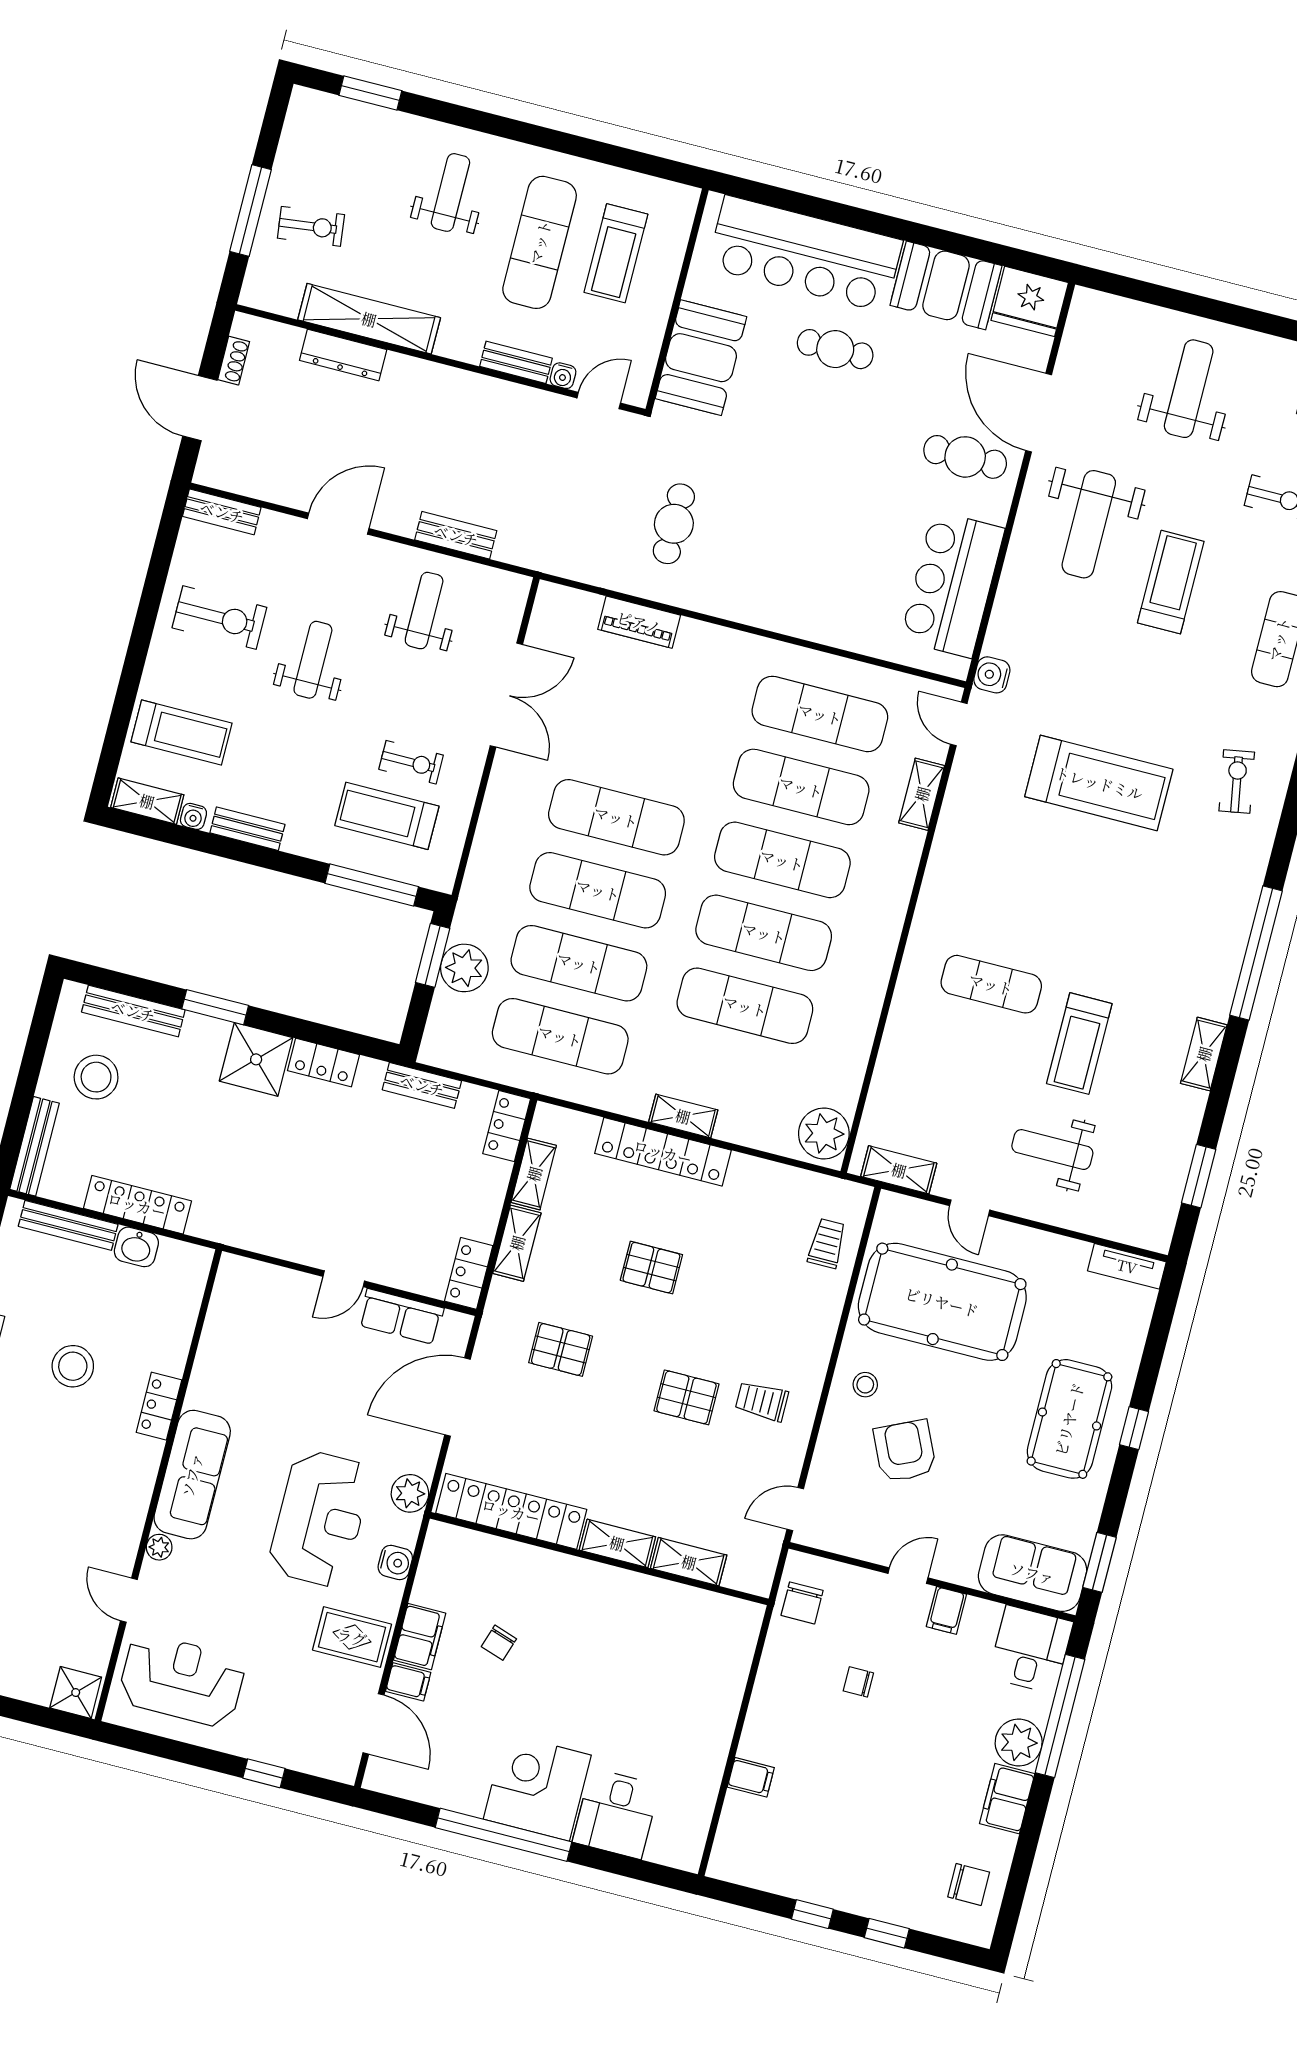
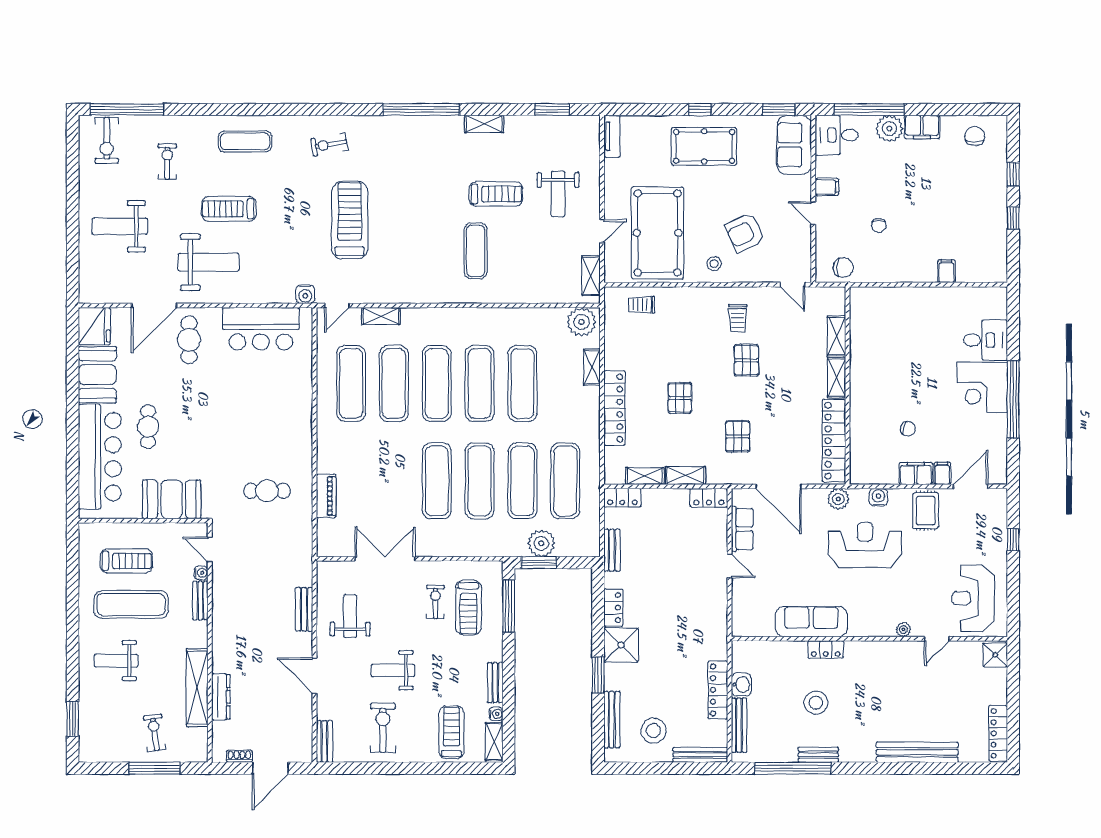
weight bench: (424, 611) -> (350, 616), turned 90
shelving: (683, 1116) -> (592, 367), moved
sofa: (192, 1475) -> (811, 622), moved

